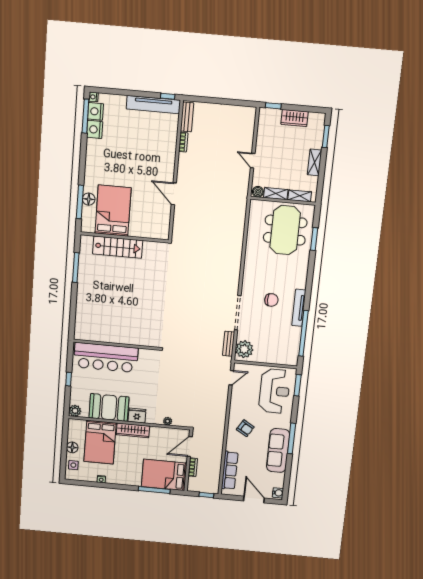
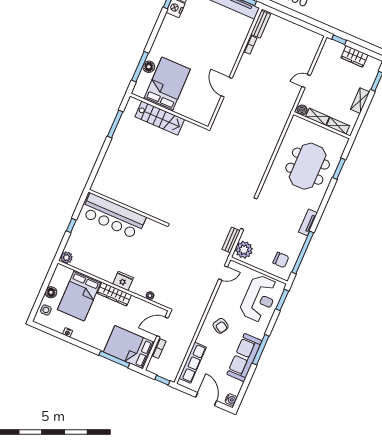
door: (253, 161) -> (306, 81), hinge flipped
meeting table: (285, 230) -> (308, 166), moved
chair: (271, 300) -> (281, 260), moved
tv unit: (299, 308) -> (308, 222), width x0.71
booth: (109, 407) -> (100, 265), removed

